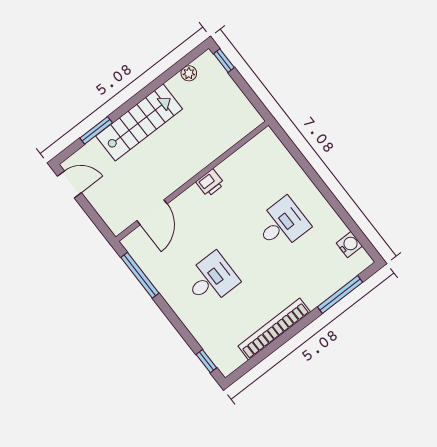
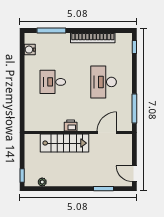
stairs: (139, 122) -> (64, 143), moved, turned 180
desk: (211, 279) -> (104, 82), width x1.37

